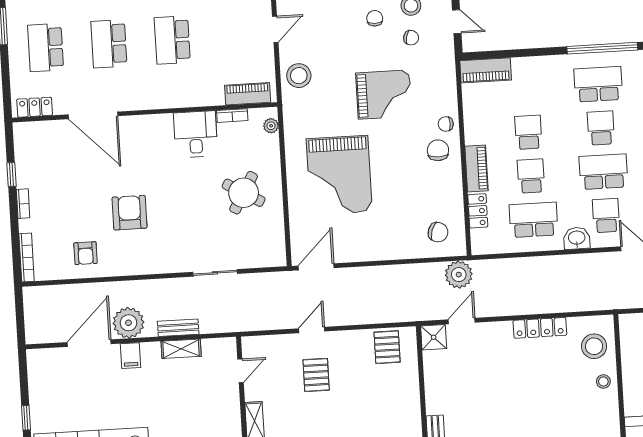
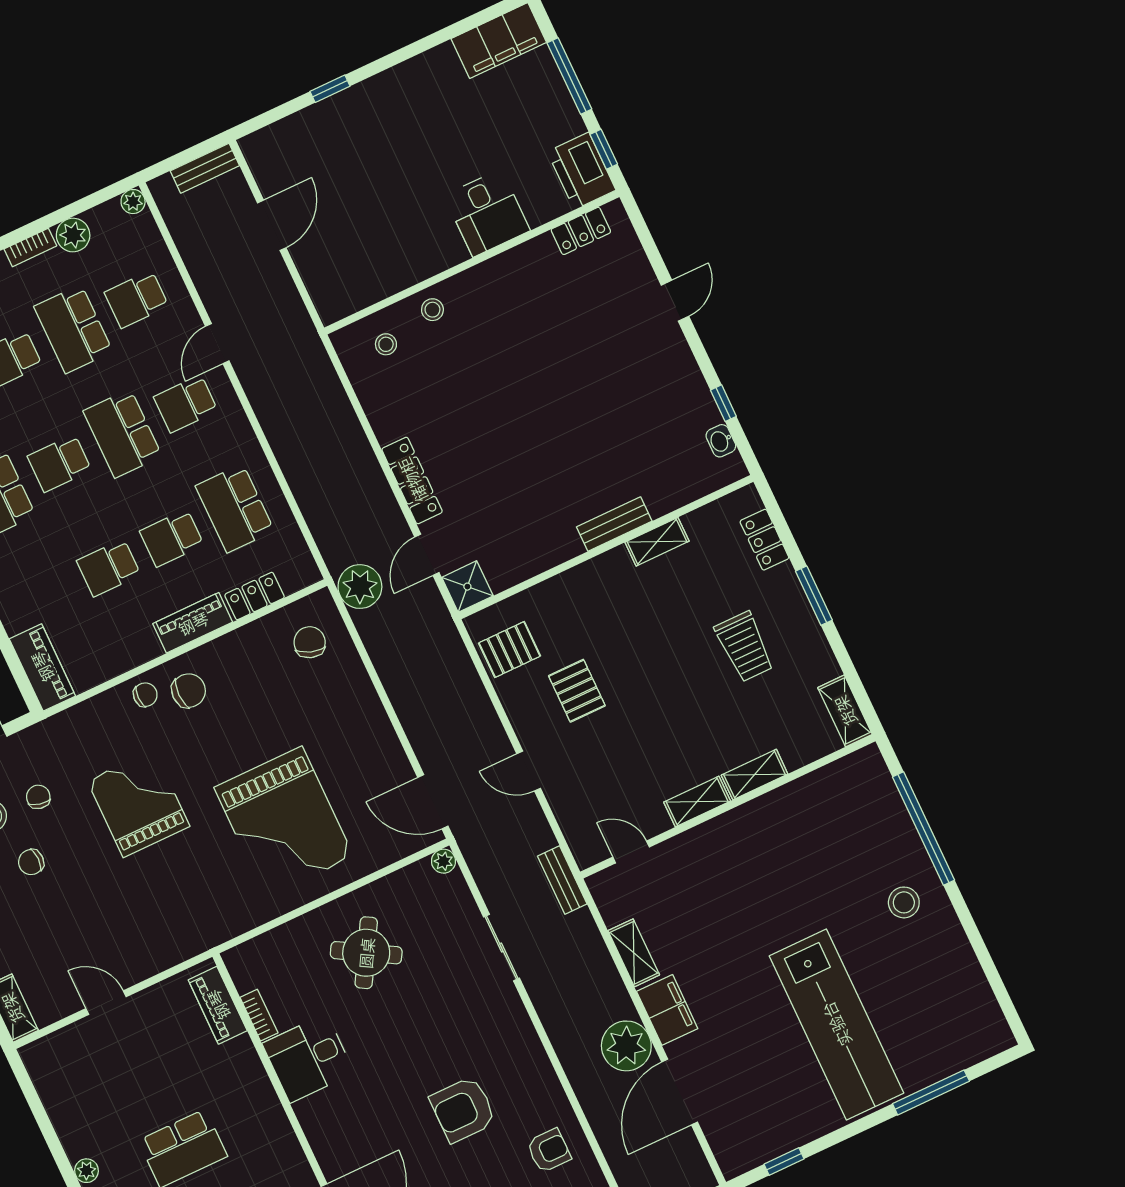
stool: (299, 76) -> (161, 940), removed
chair: (446, 124) -> (145, 695), turned -90
plant: (271, 126) -> (444, 861), moved
chair: (438, 150) -> (189, 691), turned 180
grand piano: (339, 175) -> (284, 822), turned 90
washbasin: (577, 238) -> (237, 434), removed
door: (462, 321) -> (427, 555), hinge flipped
bench: (178, 328) -> (562, 880), moved
locker: (540, 328) -> (412, 480), moved
door: (89, 343) -> (680, 1092), hinge flipped
stool: (594, 346) -> (386, 344), width x0.53, depth x0.53
filing cabinet: (131, 356) -> (667, 1010), width x2.00
pallet: (316, 375) -> (577, 691), moved, turned 90
window: (26, 418) -> (784, 1162), moved

